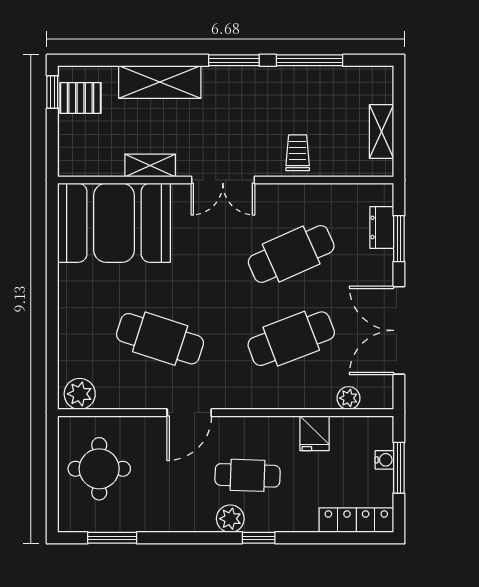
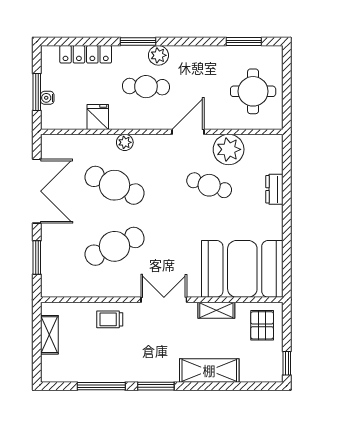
pallet: (81, 98) -> (262, 325), moved, turned 90
trolley: (298, 153) -> (110, 319), turned 90
dresser: (382, 227) -> (274, 189), moved, turned 180
cafe table: (160, 339) -> (209, 185), width x0.73, depth x0.74
cafe table: (291, 339) -> (115, 185), turned 45
plant: (80, 394) -> (229, 149), moved, width x1.36, depth x1.36
plant: (348, 398) -> (125, 142), moved
locker: (356, 520) -> (86, 54), moved
window: (259, 538) -> (138, 42), width x1.50

